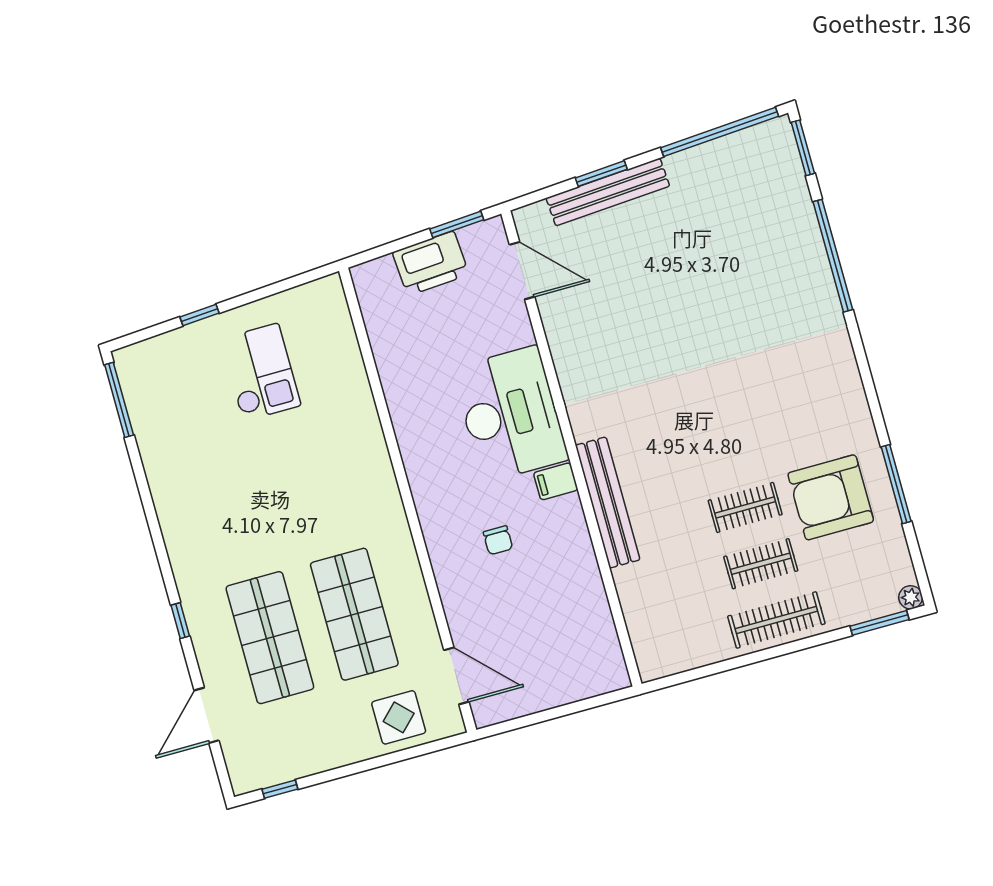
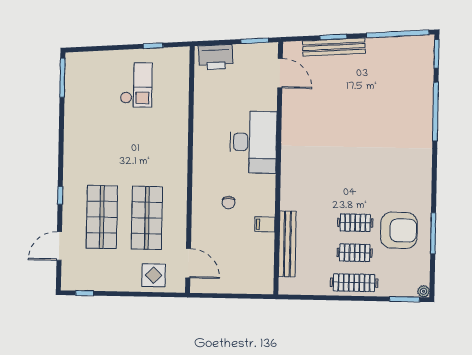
printer: (431, 263) -> (216, 57), moved
window: (199, 315) -> (153, 46), moved
filing cabinet: (556, 481) -> (265, 224), moved
armchair: (831, 497) -> (399, 230), turned 180
bench: (608, 503) -> (287, 244), moved

